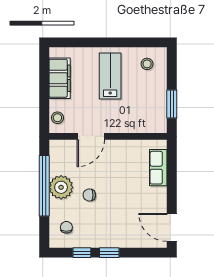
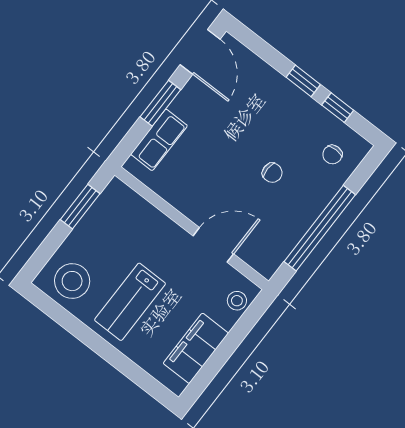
stool: (147, 64) -> (72, 281), width x1.89, depth x1.89
window: (172, 186) -> (160, 103), added
plant: (61, 187) -> (300, 210), removed

